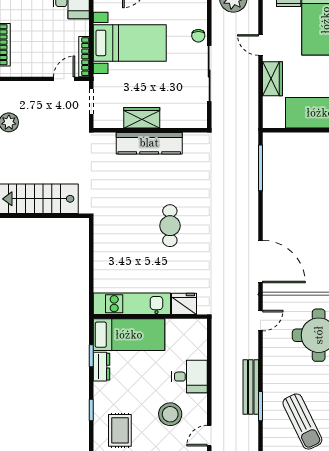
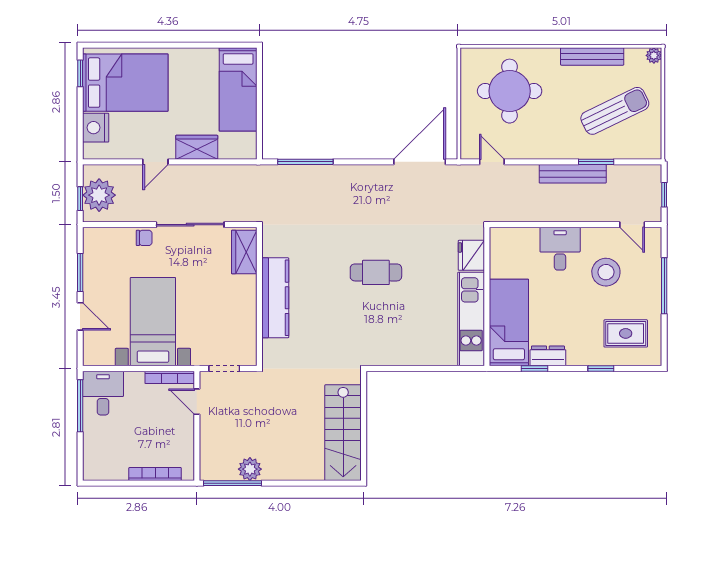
wardrobe: (142, 118) -> (244, 252), moved

